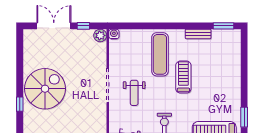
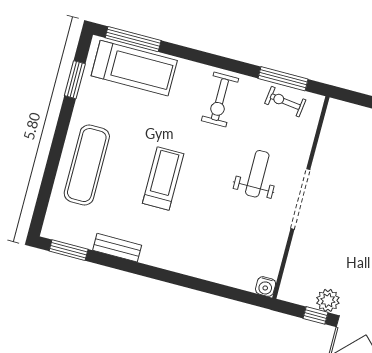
plant: (100, 35) -> (328, 300), moved
exercise mat: (160, 54) -> (87, 165), moved
treadmill: (183, 77) -> (163, 179), turned 180

